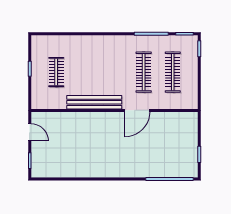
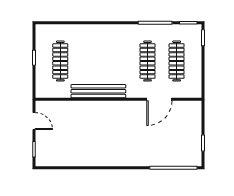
clothes rail: (56, 72) -> (60, 61), width x1.36
door: (137, 110) -> (159, 99), moved

